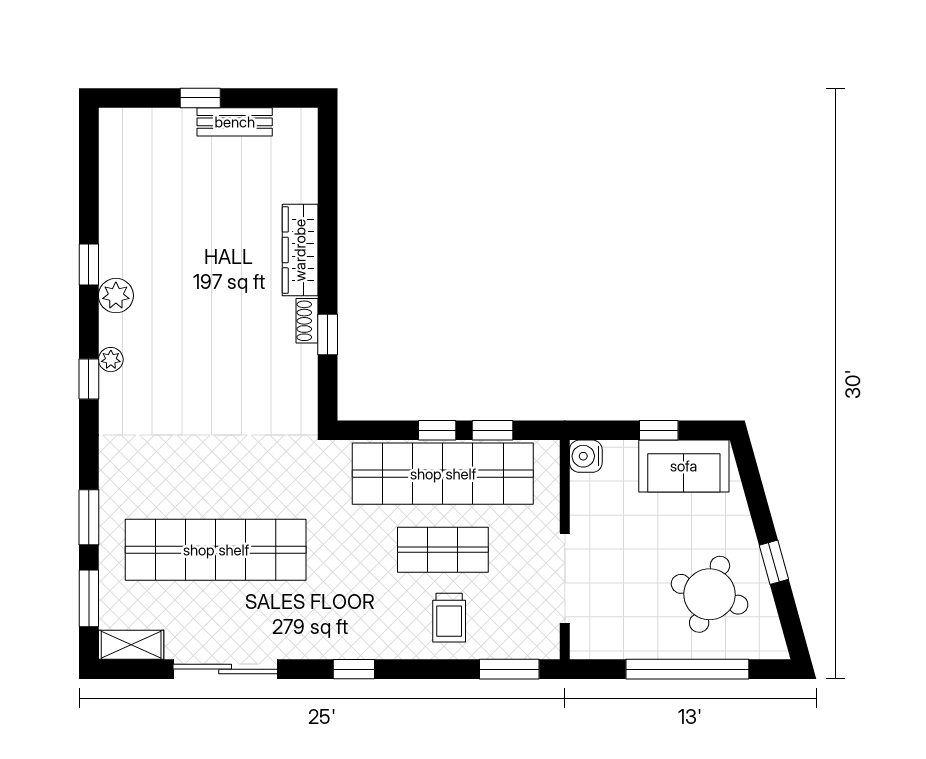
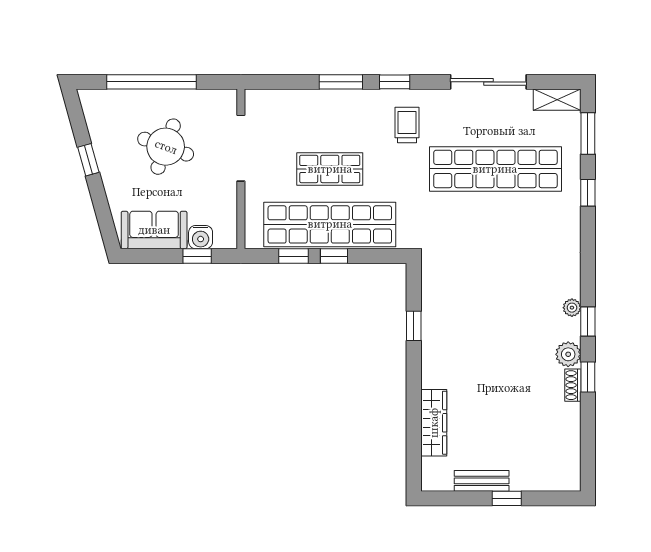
wardrobe: (300, 250) -> (434, 423), moved
shoe rack: (307, 321) -> (573, 385), moved, turned 180
window: (89, 379) -> (588, 322), moved
window: (659, 430) -> (197, 256), moved
water cooler: (586, 456) -> (201, 237), moved, turned 90
window: (89, 517) -> (588, 193), width x0.67
round table: (710, 594) -> (166, 147), moved
trolley: (449, 618) -> (407, 125), moved
window: (509, 669) -> (341, 82), moved

